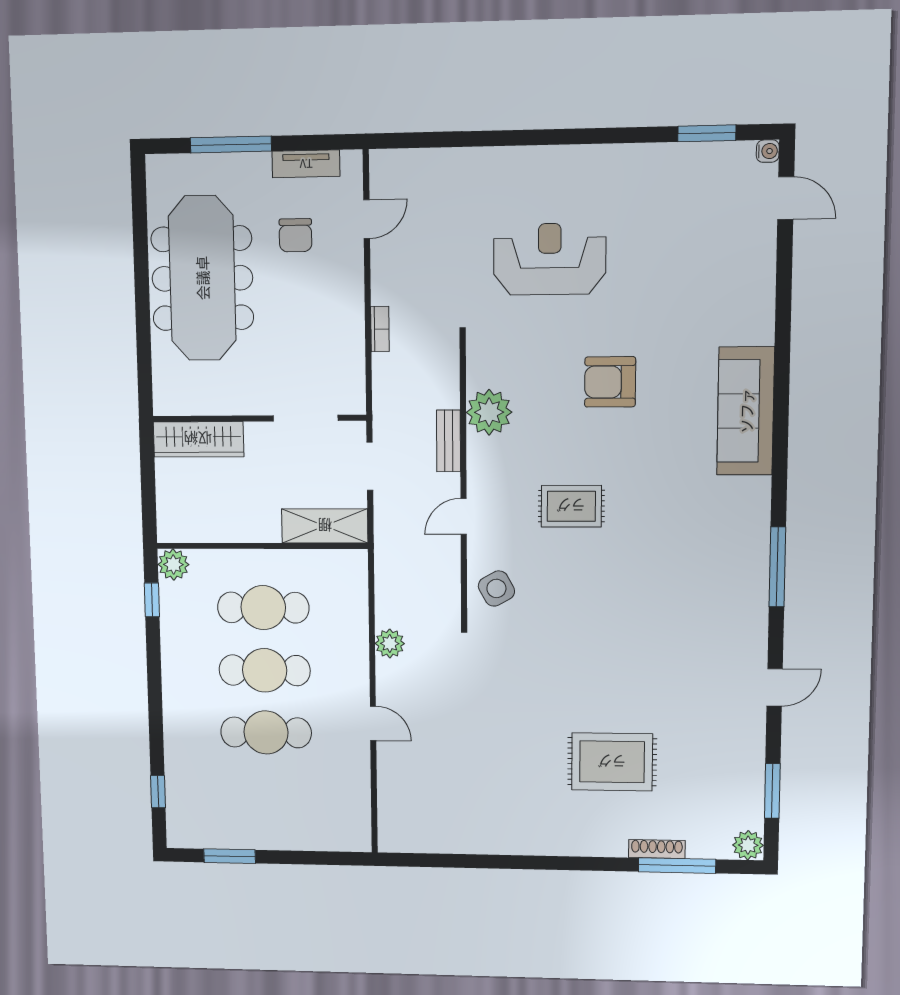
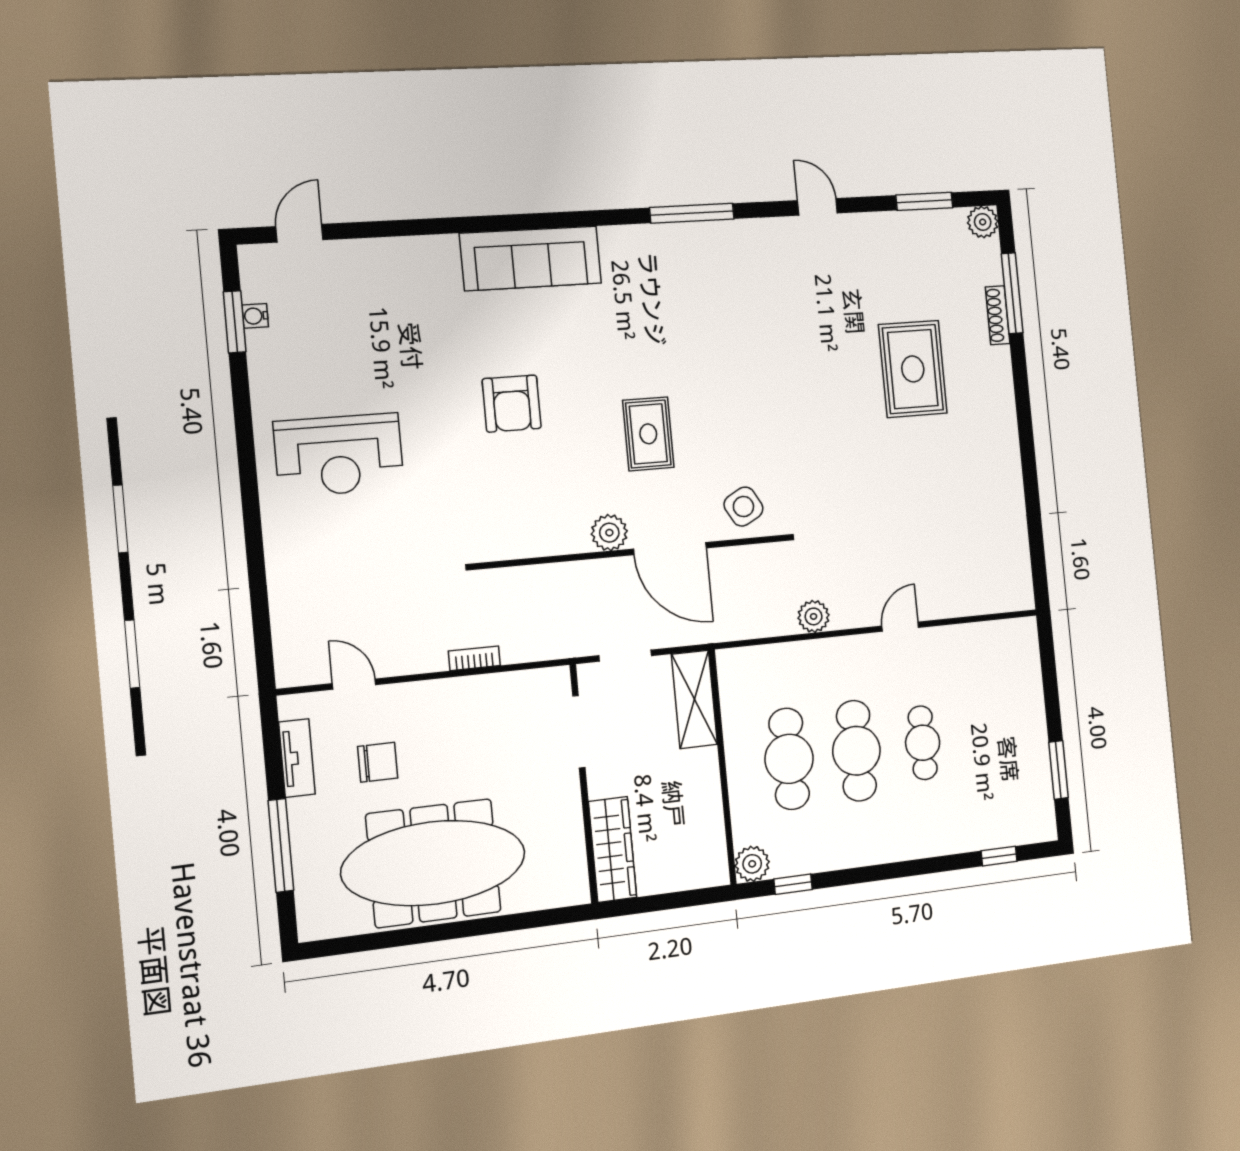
water cooler: (768, 151) -> (255, 316), moved, turned -90
reception desk: (550, 259) -> (339, 455), moved, turned -90
plant: (489, 412) -> (609, 533), moved, width x0.73, depth x0.73
bench: (449, 441) -> (590, 572), removed
door: (464, 516) -> (670, 549), width x1.87
cafe table: (266, 732) -> (923, 743), width x0.73, depth x0.74

